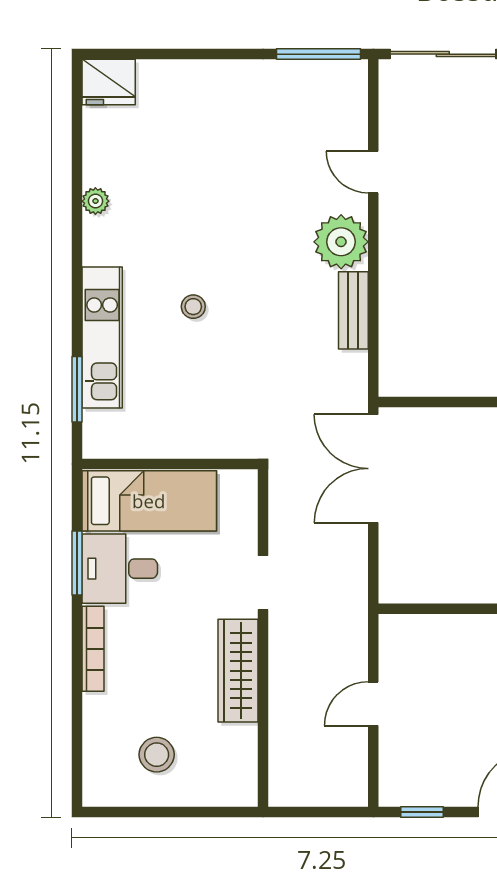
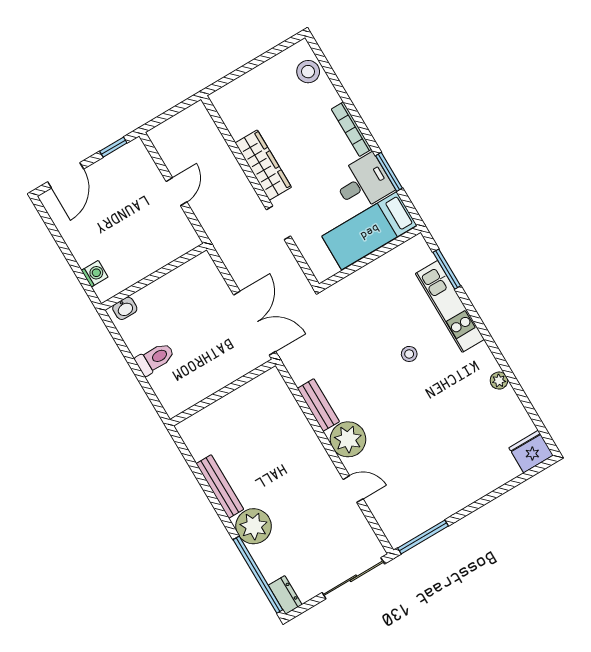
stool: (157, 755) -> (308, 72), moved

